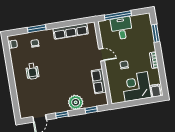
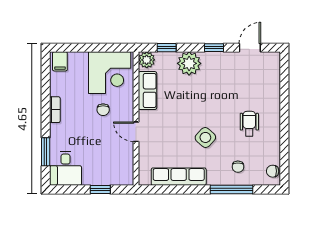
window: (118, 15) -> (100, 189), width x0.46
desk: (122, 28) -> (66, 168), moved
window: (37, 29) -> (232, 189), width x1.44
side table: (58, 58) -> (205, 137), added
corner desk: (136, 87) -> (110, 73), moved
plant: (102, 100) -> (147, 60), added

